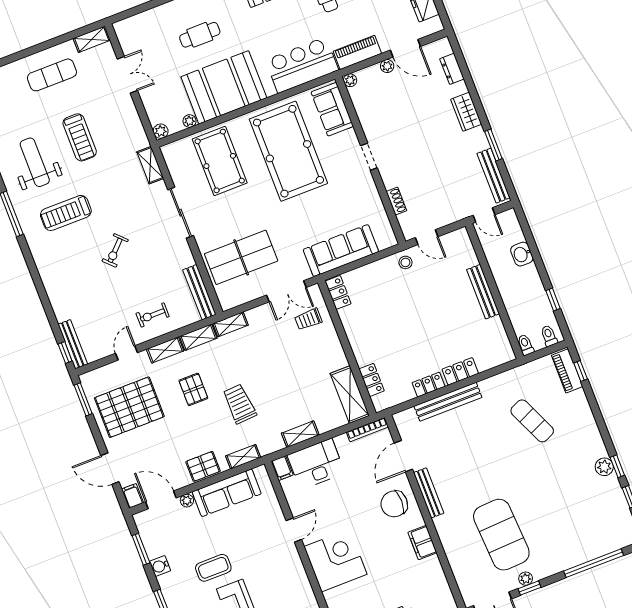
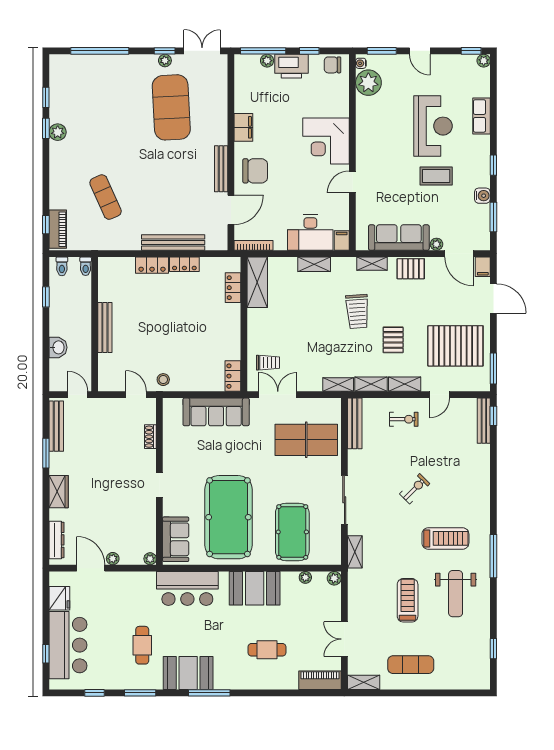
piano: (357, 52) -> (320, 680), moved, turned 180
dresser: (452, 69) -> (57, 540), width x1.44
booth: (224, 87) -> (255, 588), width x0.73, depth x0.70

